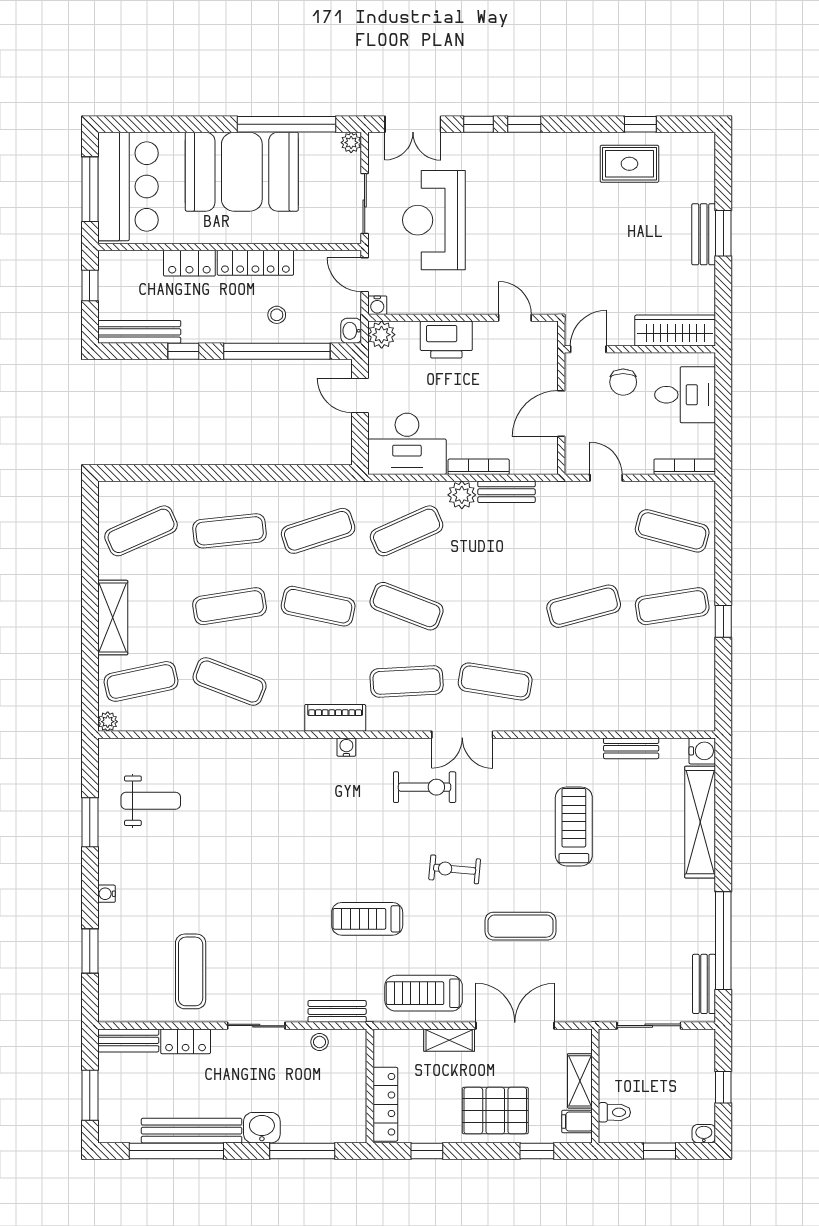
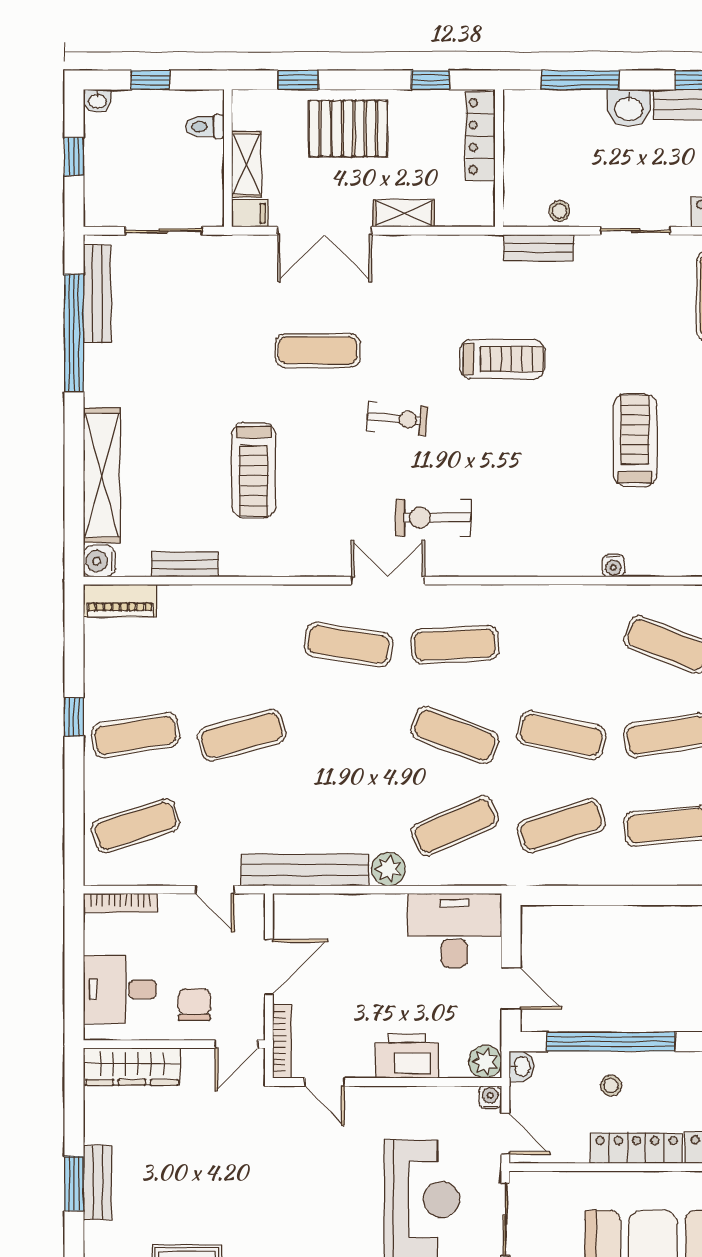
bookcase: (479, 467) -> (282, 1042), moved, turned -90
bench: (507, 492) -> (305, 870), width x1.86, depth x1.21
exercise mat: (672, 531) -> (135, 826), turned -33
piano: (335, 718) -> (120, 601), moved
water cooler: (346, 747) -> (613, 566), moved
bench: (704, 984) -> (97, 294), width x1.36
treadmill: (424, 993) -> (635, 440), moved, turned -90
filing cabinet: (577, 1122) -> (250, 213), moved

